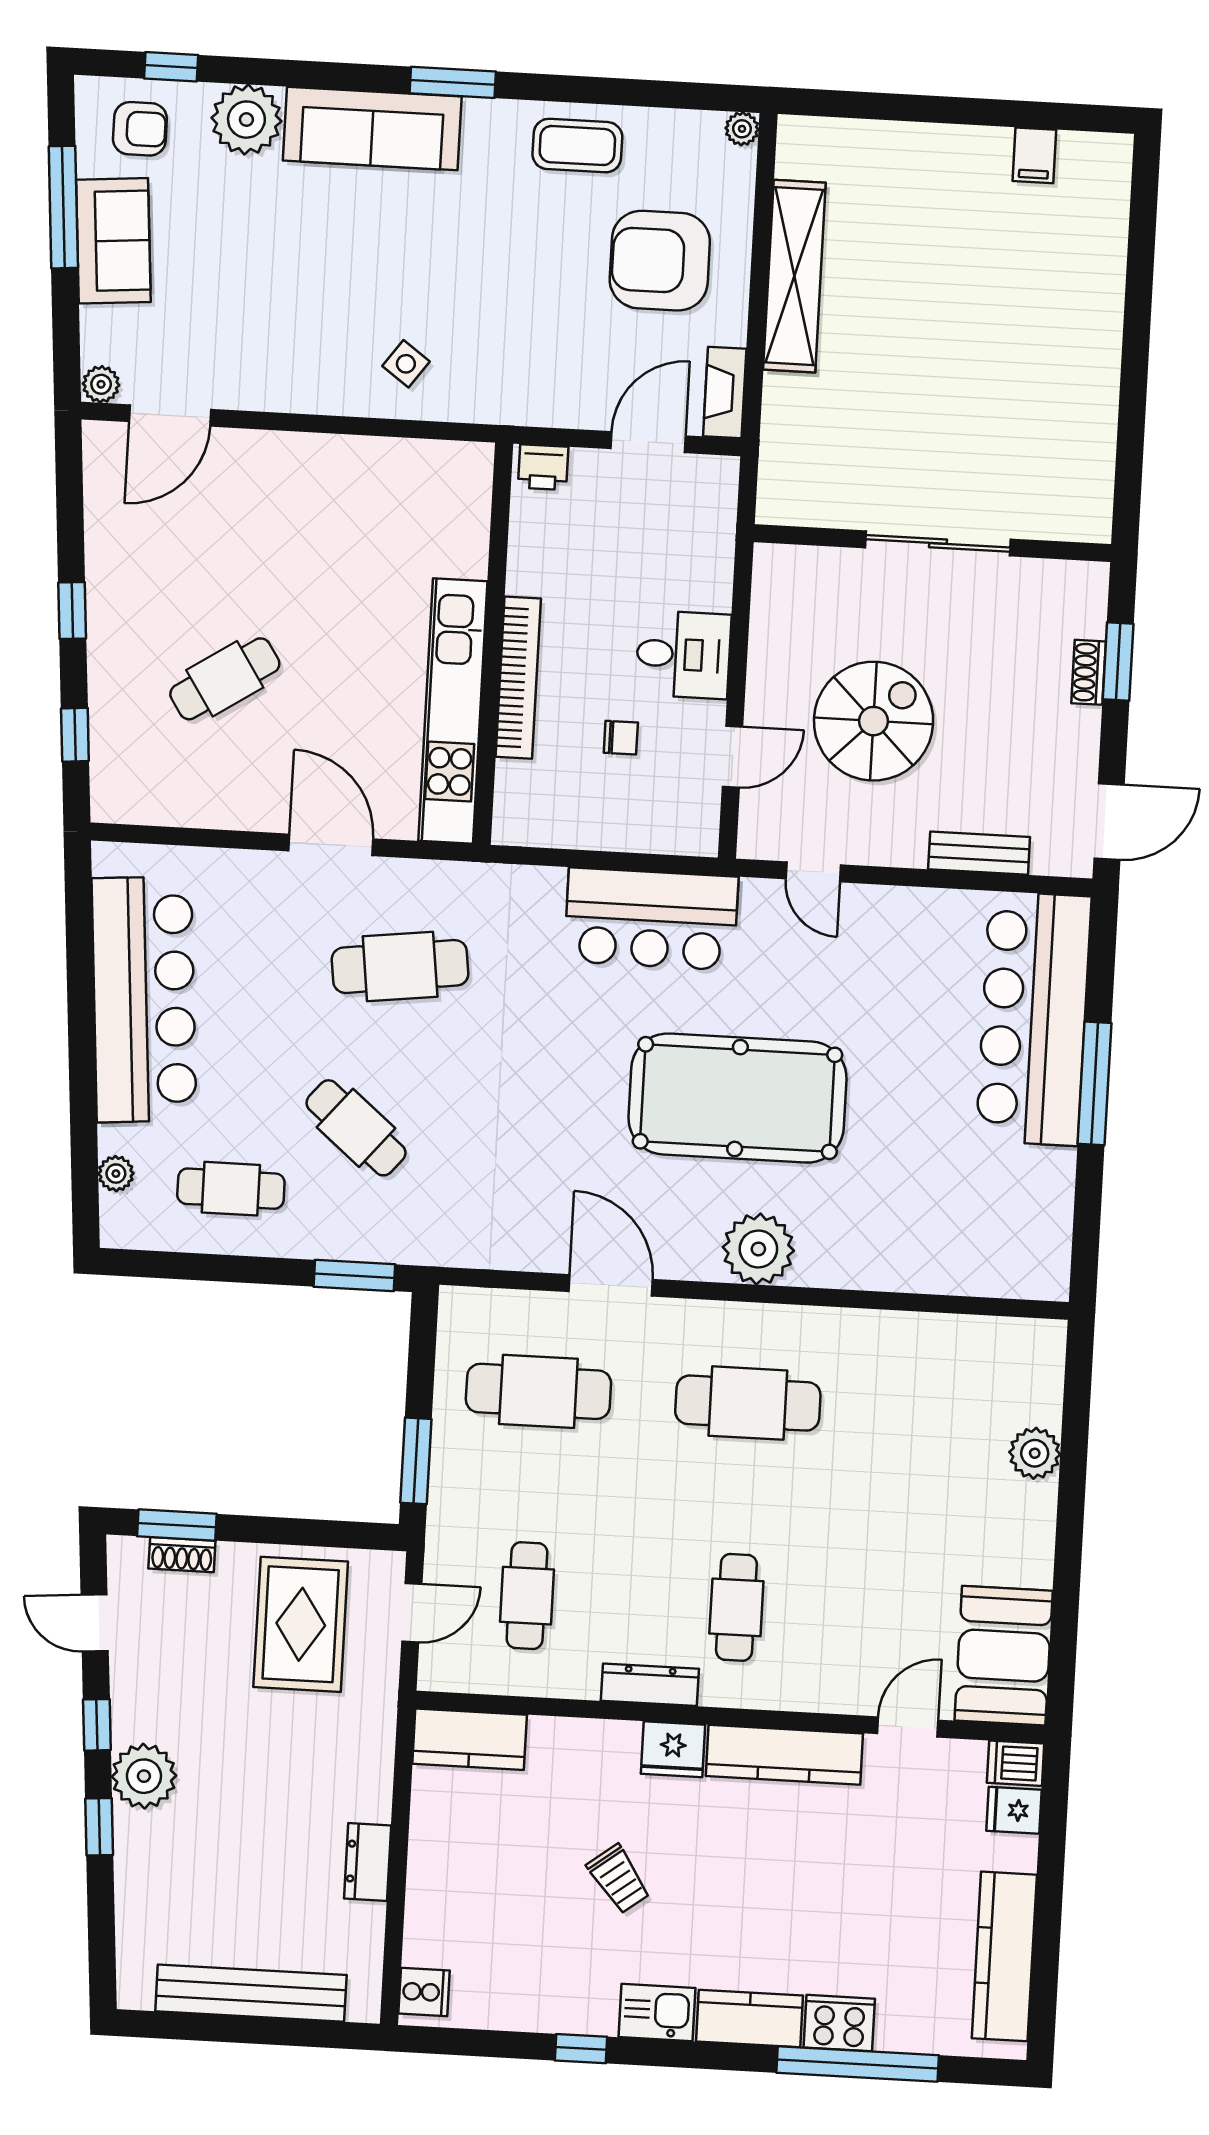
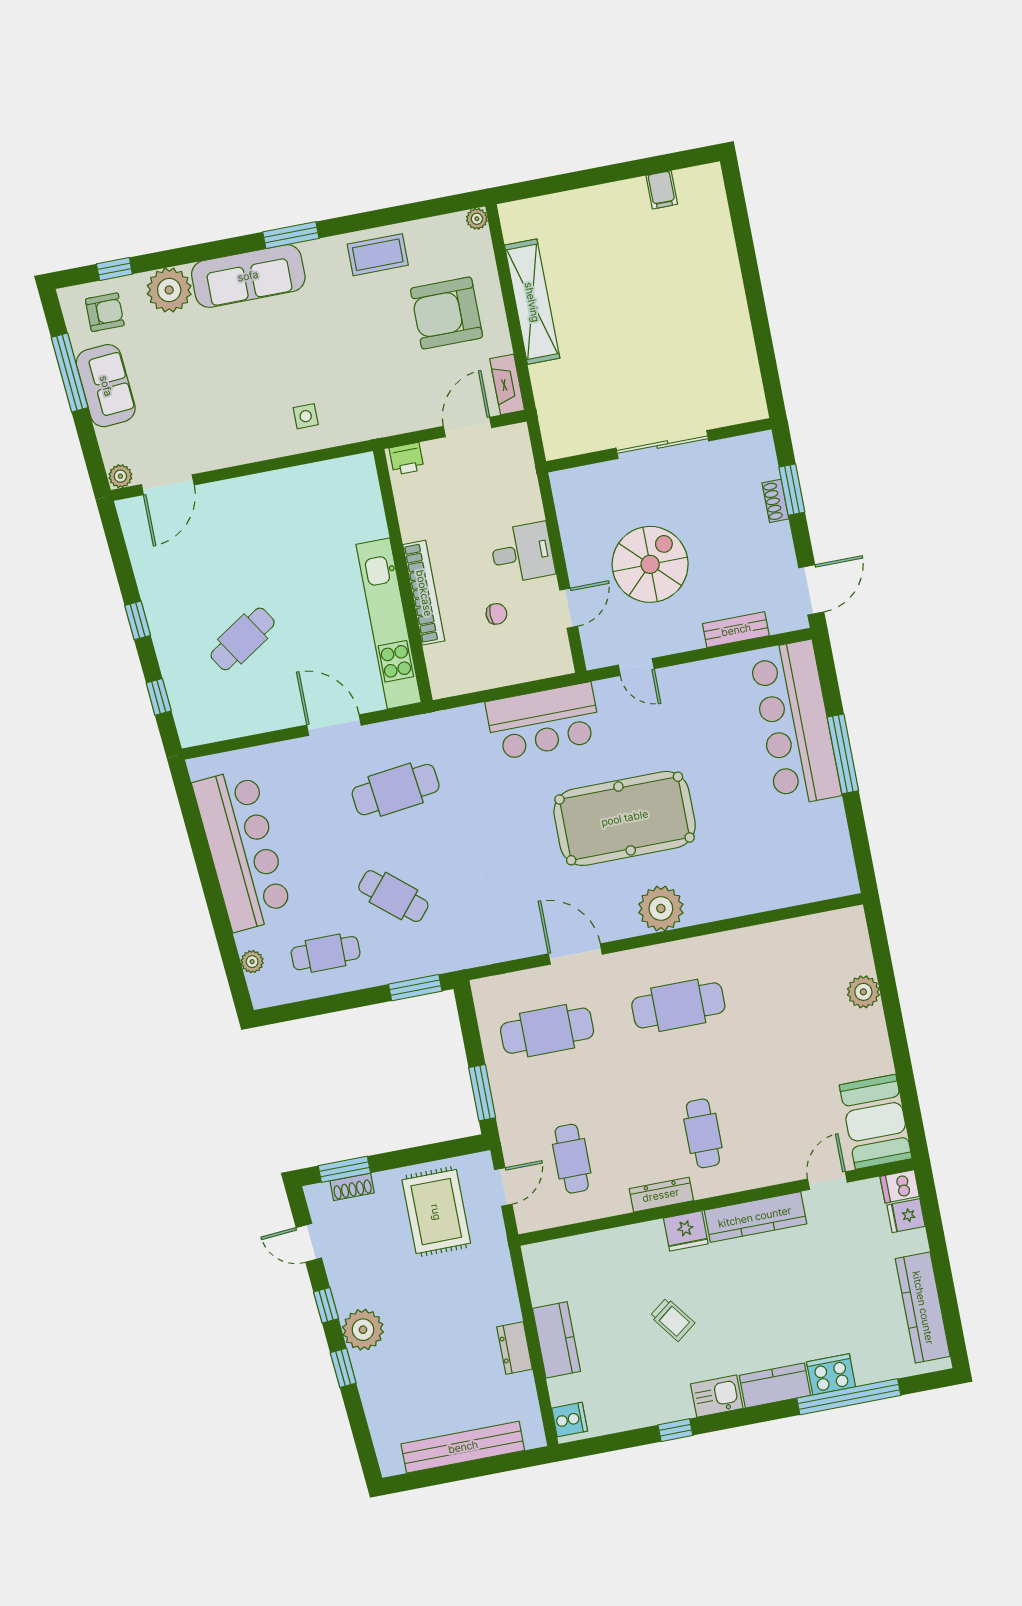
side table: (406, 364) -> (306, 416), turned -36
kitchen counter: (470, 1739) -> (557, 1340), moved, turned -90

